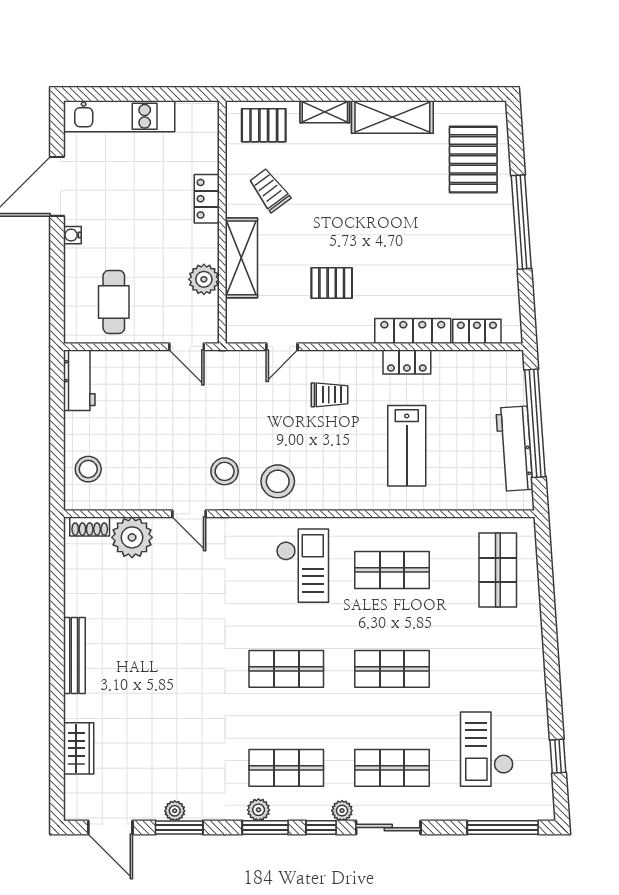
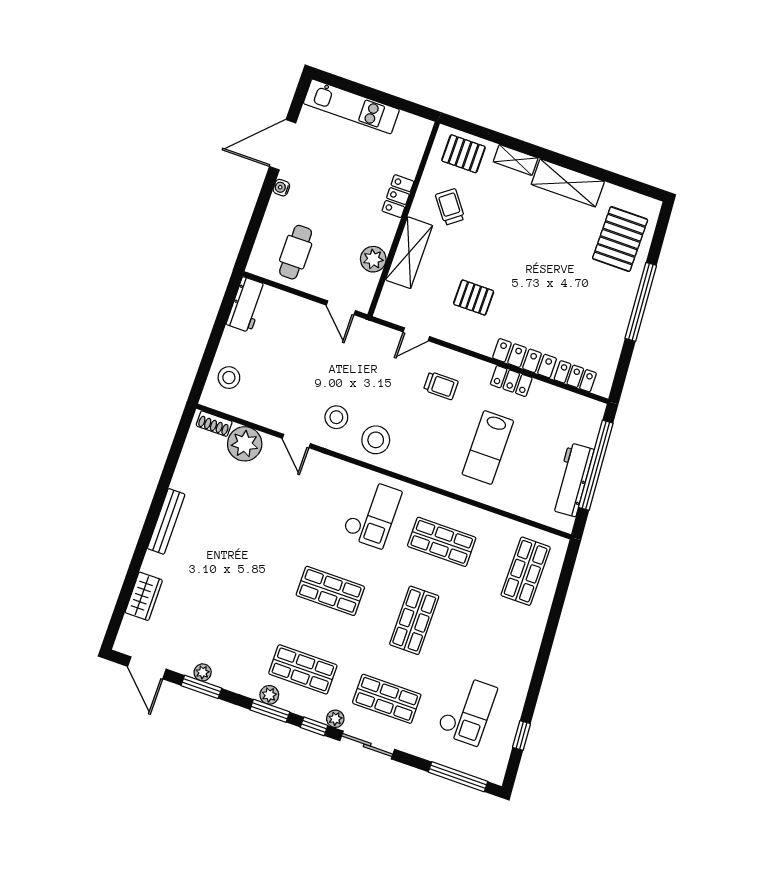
shop shelf: (392, 669) -> (414, 620), turned 90
checkout: (487, 749) -> (467, 710), turned 180

